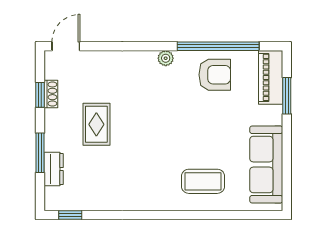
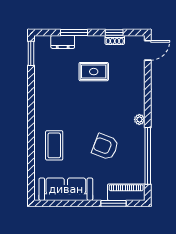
door: (66, 46) -> (148, 50), hinge flipped
armchair: (215, 75) -> (105, 147), moved, turned 111
window: (70, 215) -> (31, 53), width x1.50

